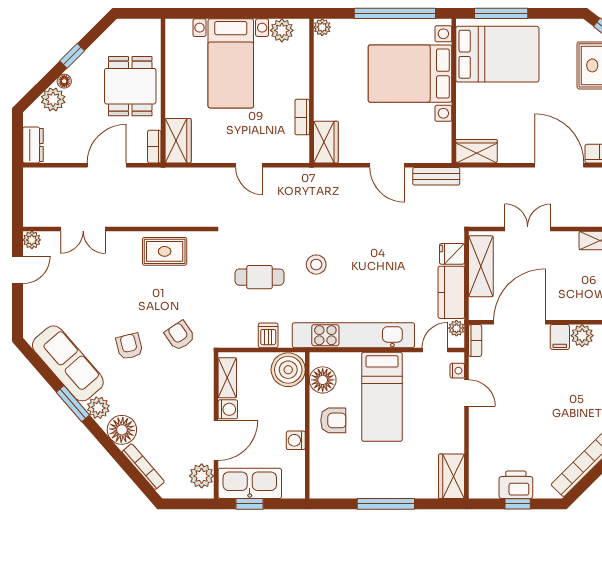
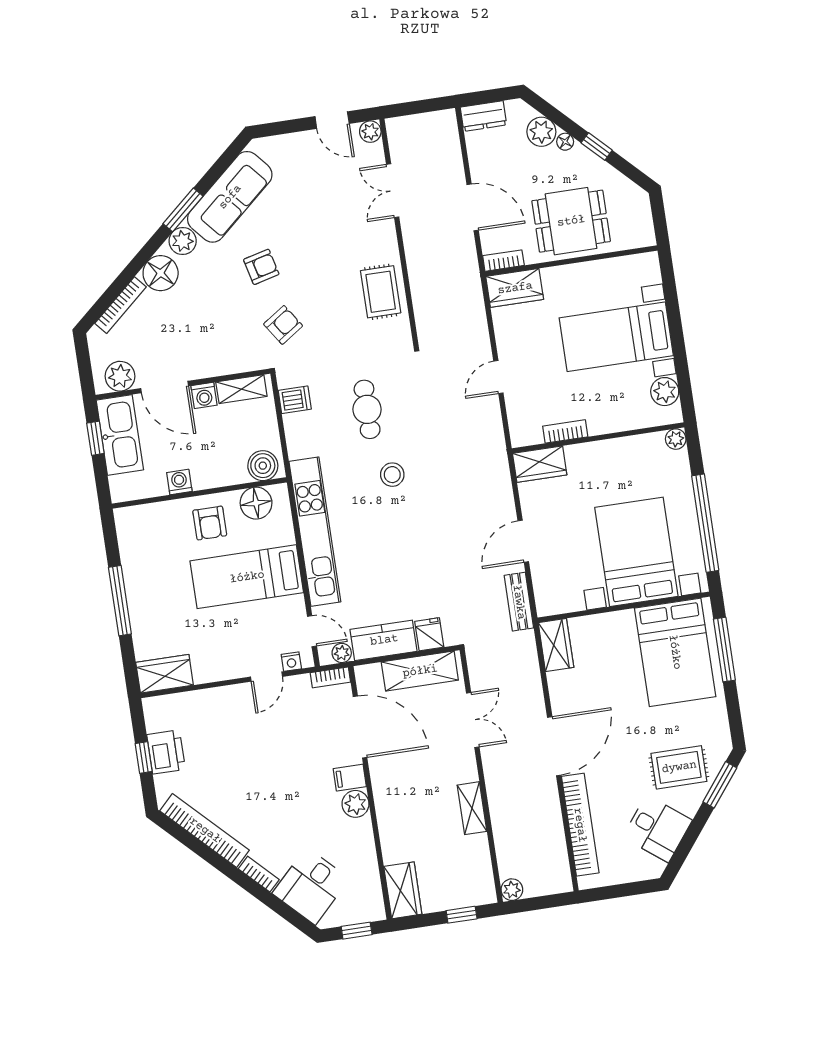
dishwasher: (268, 335) -> (295, 400), moved
boiler: (288, 370) -> (263, 466), width x0.73, depth x0.73

